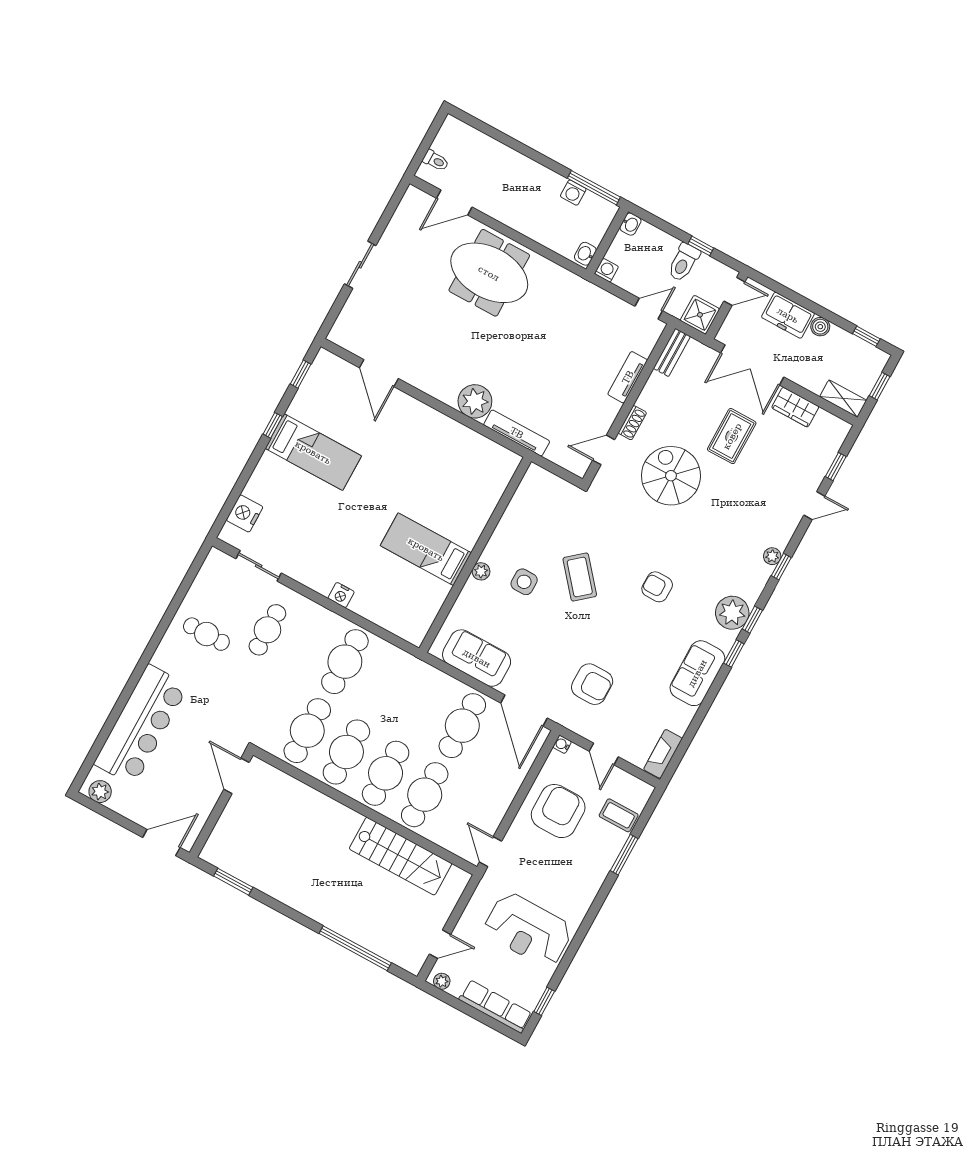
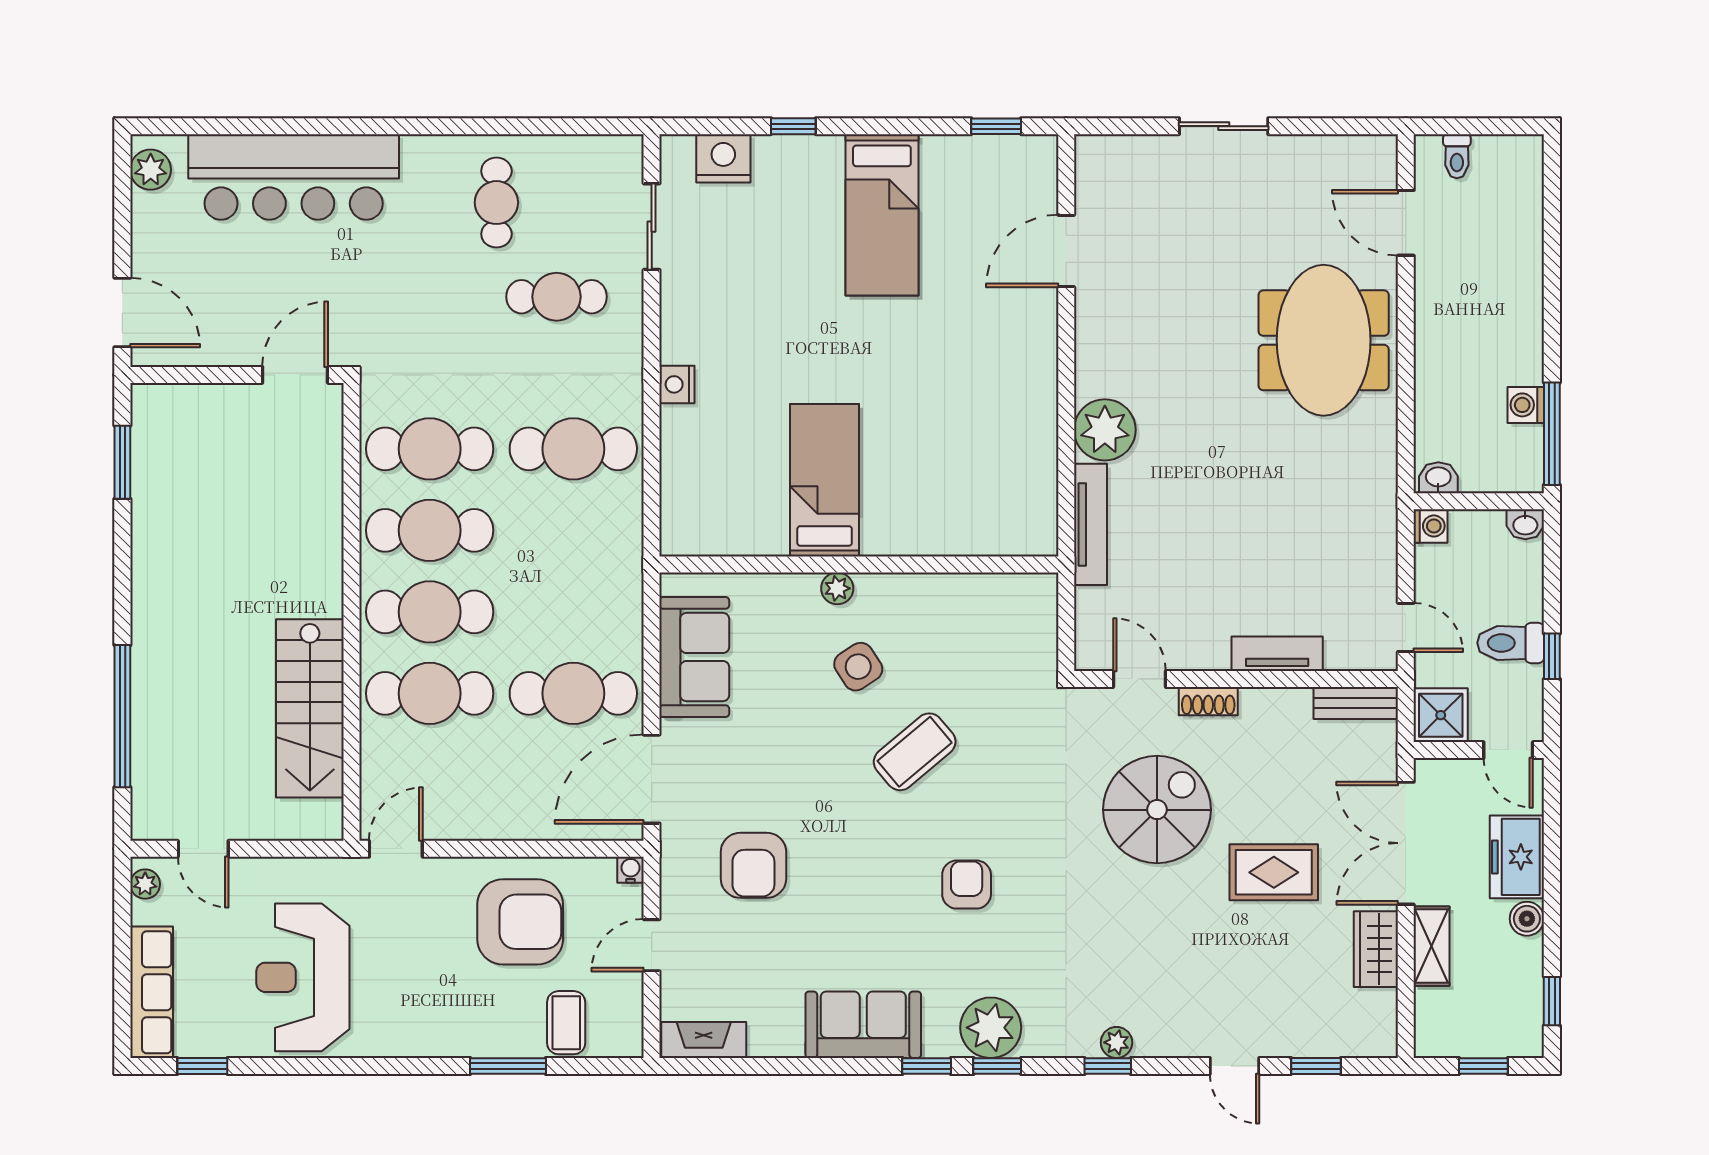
shelving: (843, 399) -> (1432, 946), moved
window: (273, 425) -> (793, 126), moved
side table: (524, 582) -> (858, 667), turned -33

